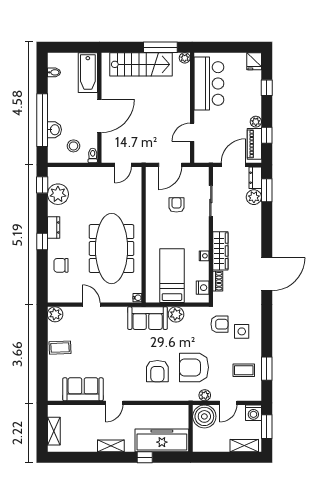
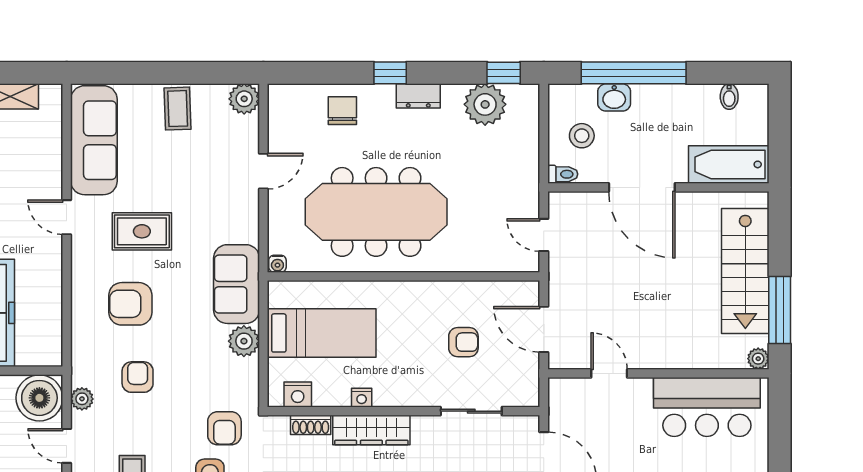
rug: (121, 365) -> (142, 231), added
armchair: (194, 367) -> (138, 377), width x0.53, depth x0.53
sofa: (83, 389) -> (94, 140), width x1.36

